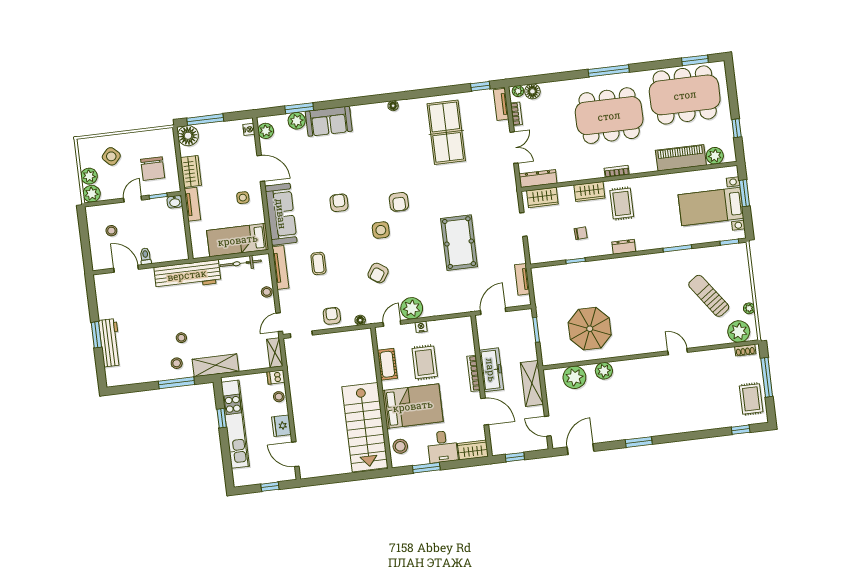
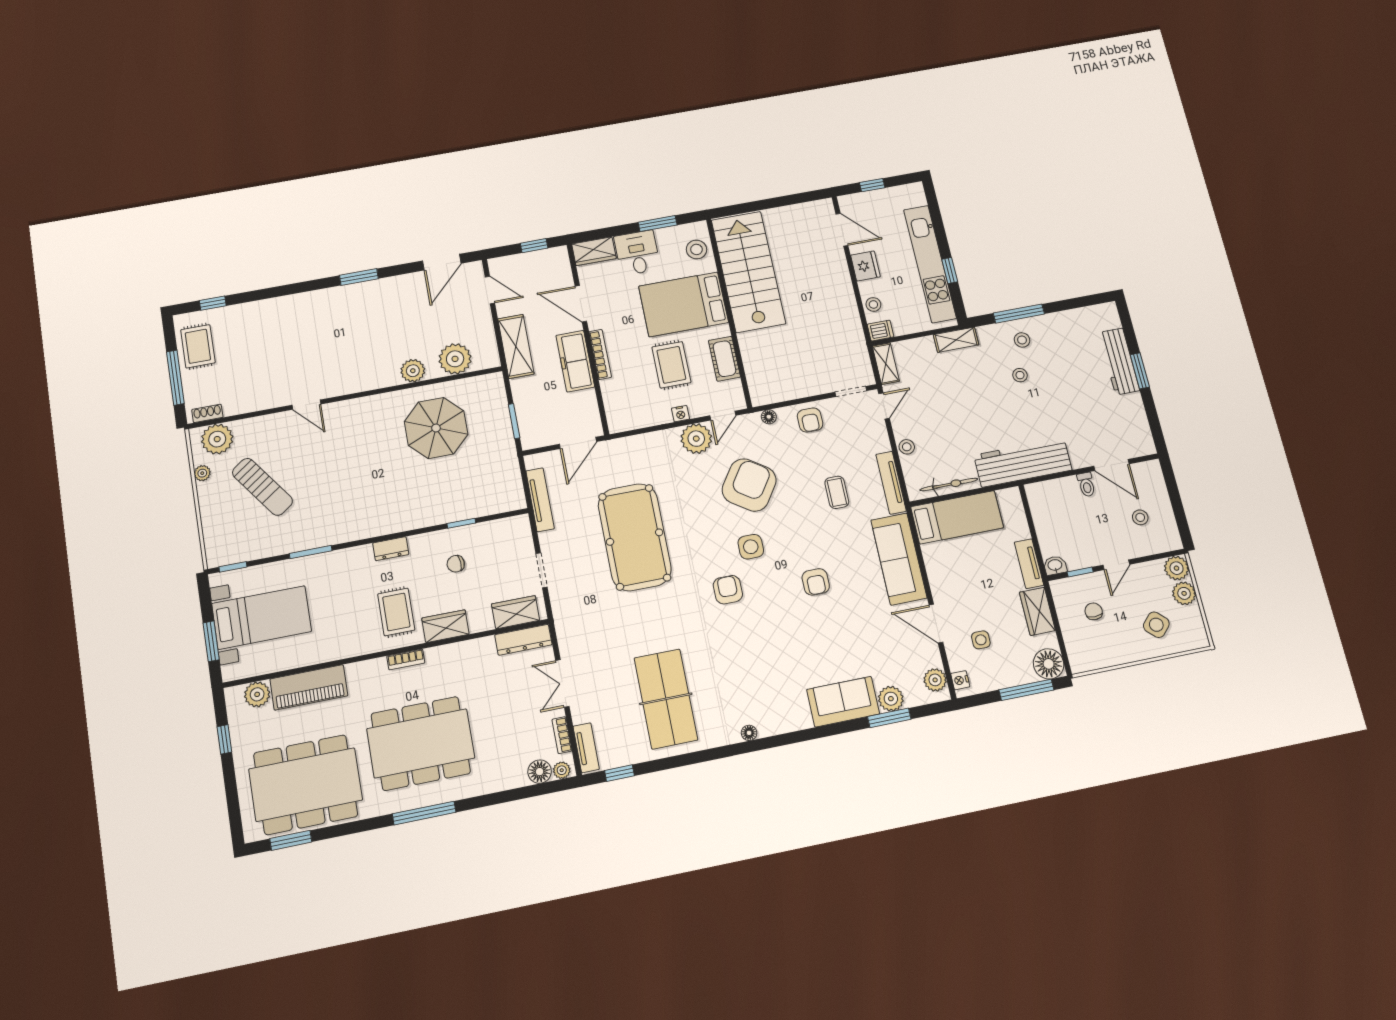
chair: (153, 169) -> (1094, 611), width x0.54, depth x0.54
side table: (243, 198) -> (981, 640), moved
pool table: (459, 243) -> (635, 537), width x1.36, depth x1.32
armchair: (378, 273) -> (749, 485), width x1.88, depth x1.88
tv unit: (522, 279) -> (540, 500), width x1.41
shelving: (216, 365) -> (956, 340), width x0.67, depth x0.75

